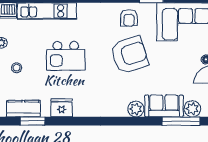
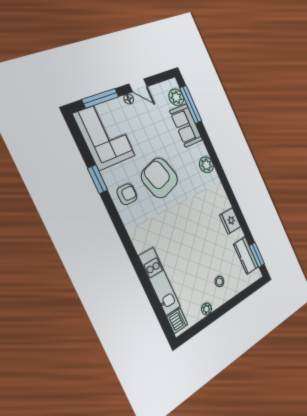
kitchen island: (66, 56) -> (189, 240), removed
plant: (136, 109) -> (206, 165), moved
window: (33, 121) -> (257, 255), moved

